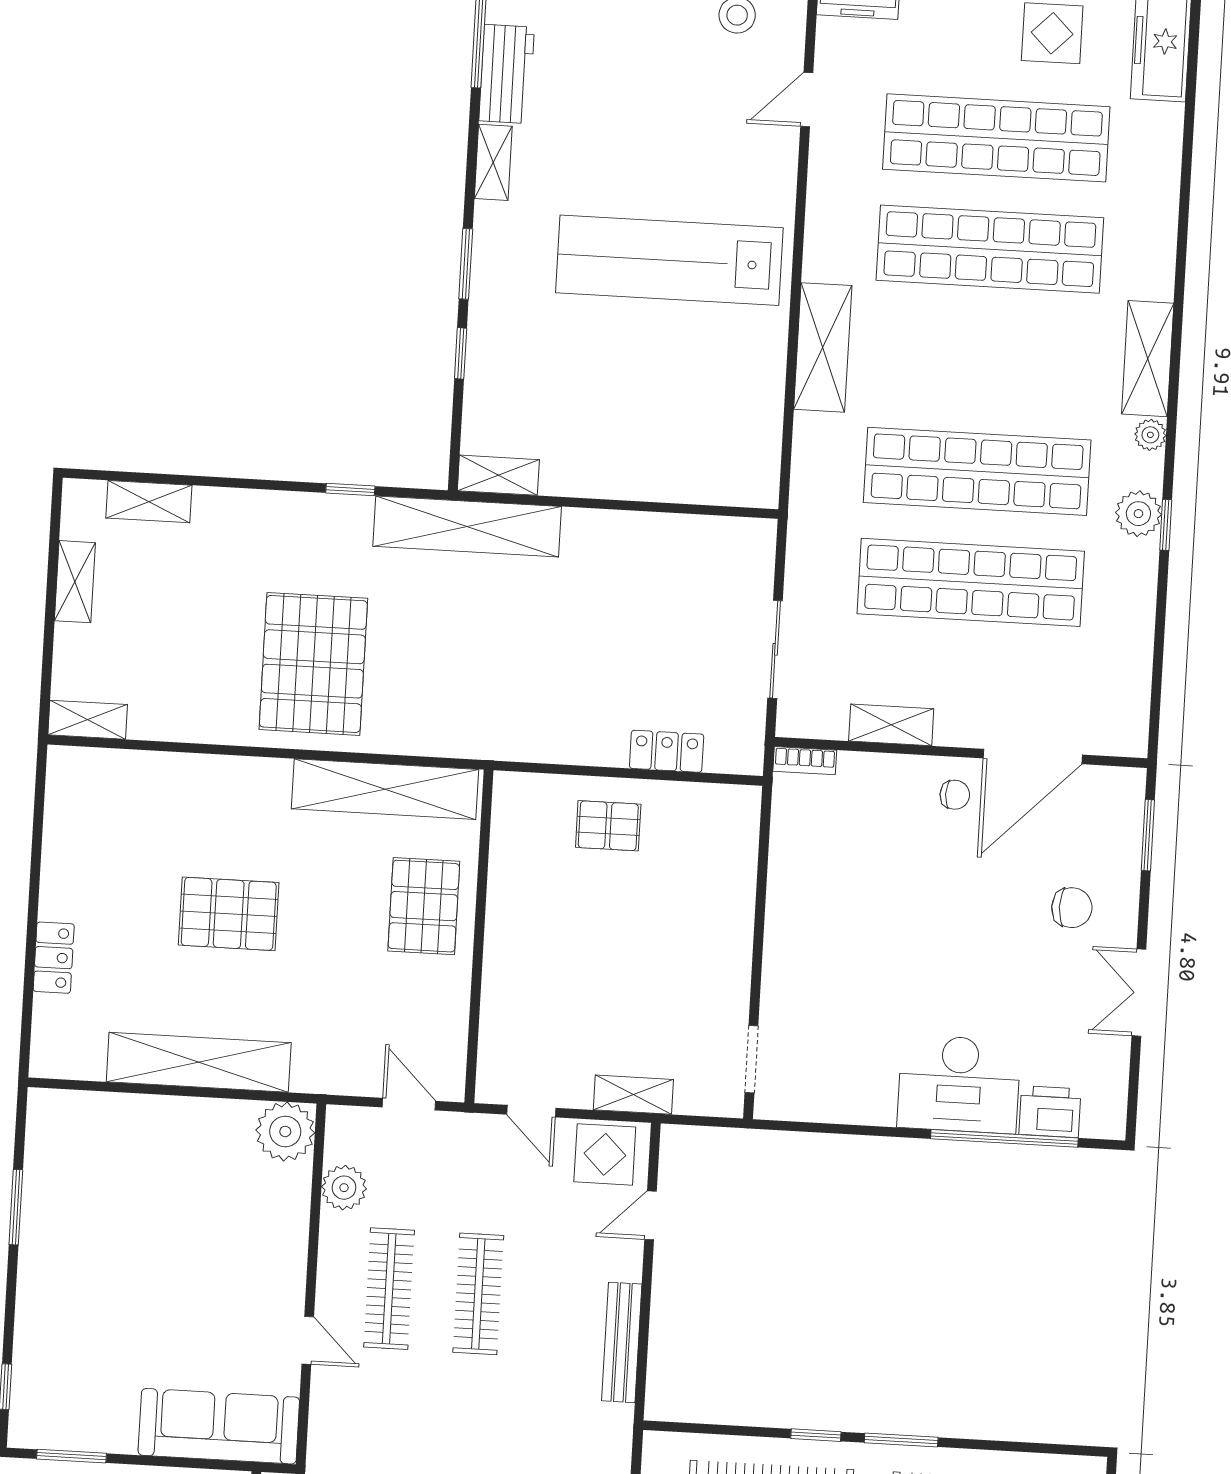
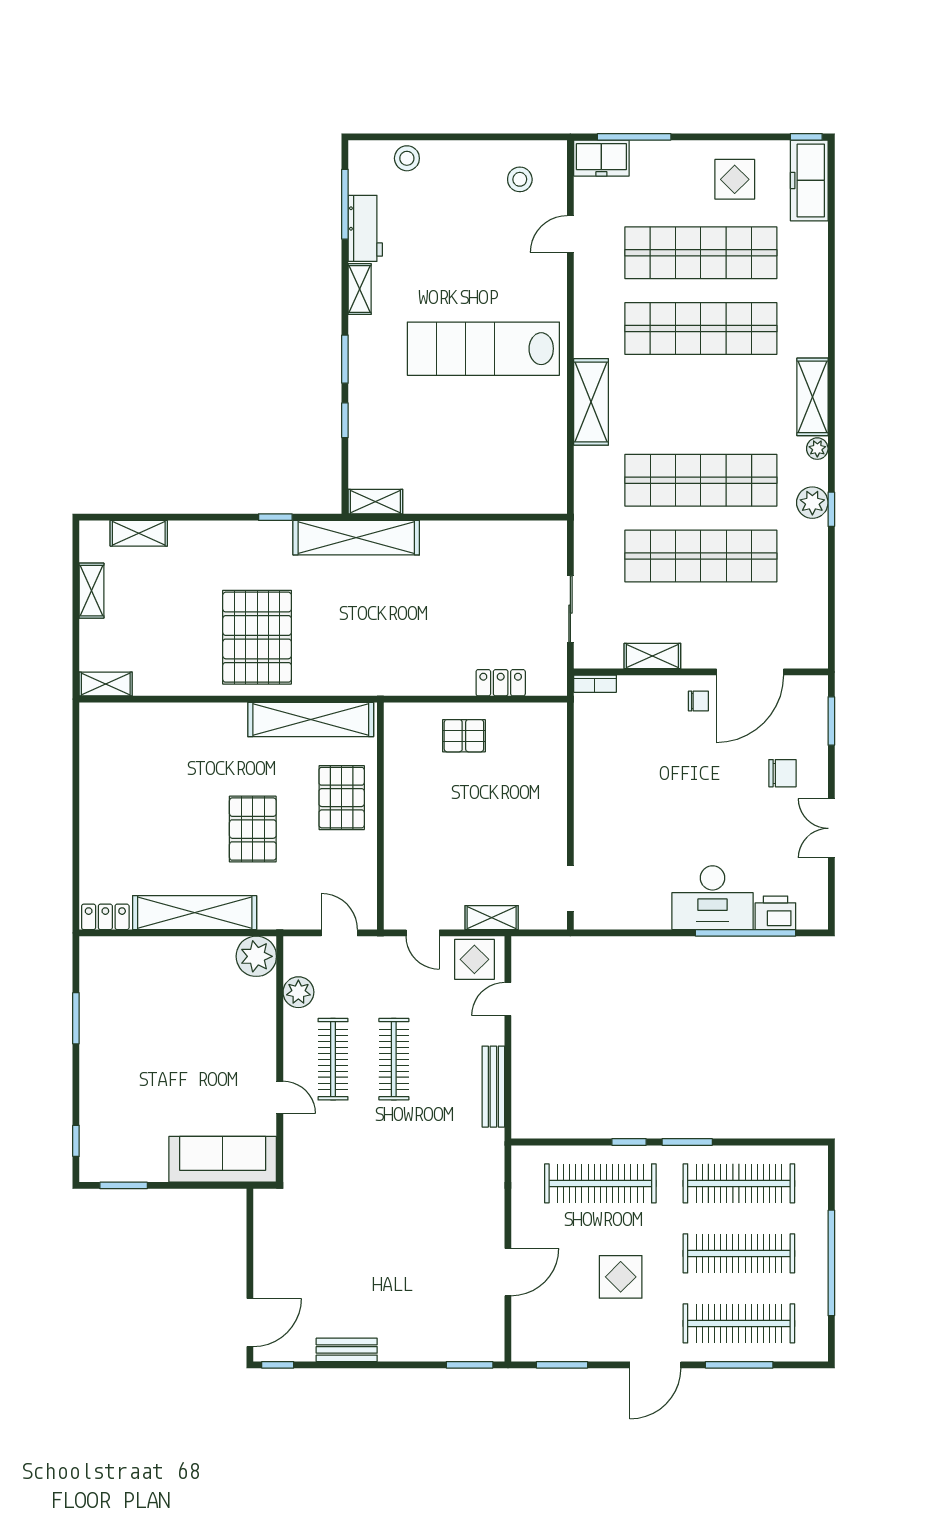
pallet: (229, 914) -> (253, 829), moved, turned 90
locker: (54, 958) -> (105, 917), moved, turned -90

